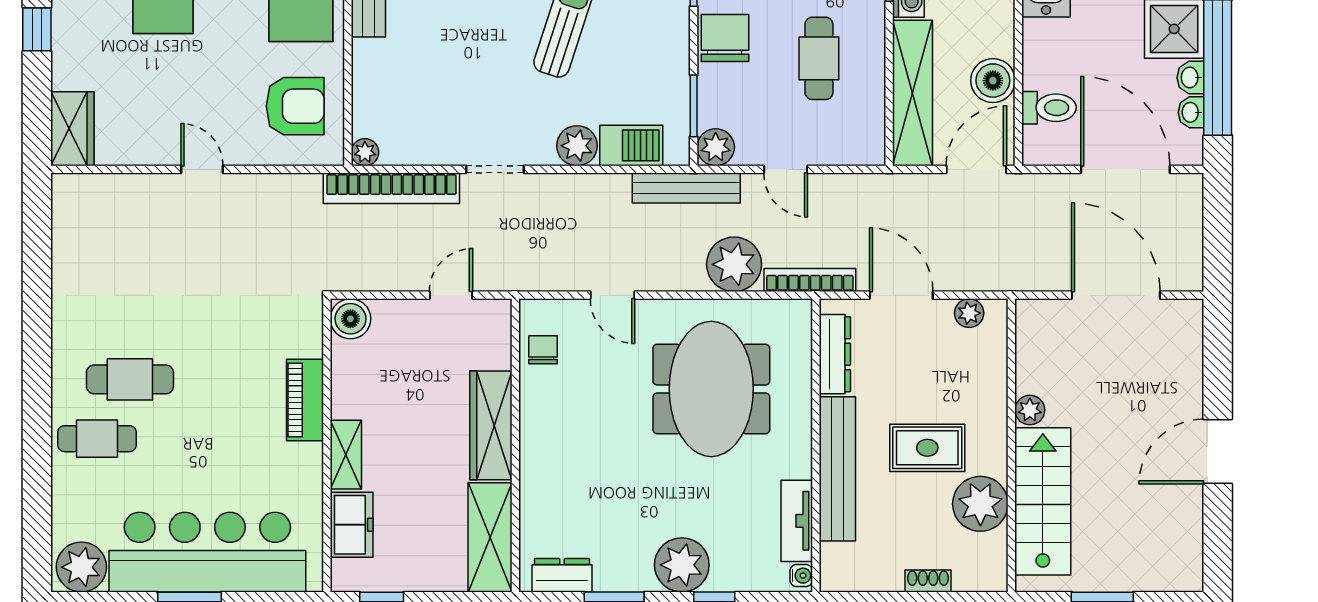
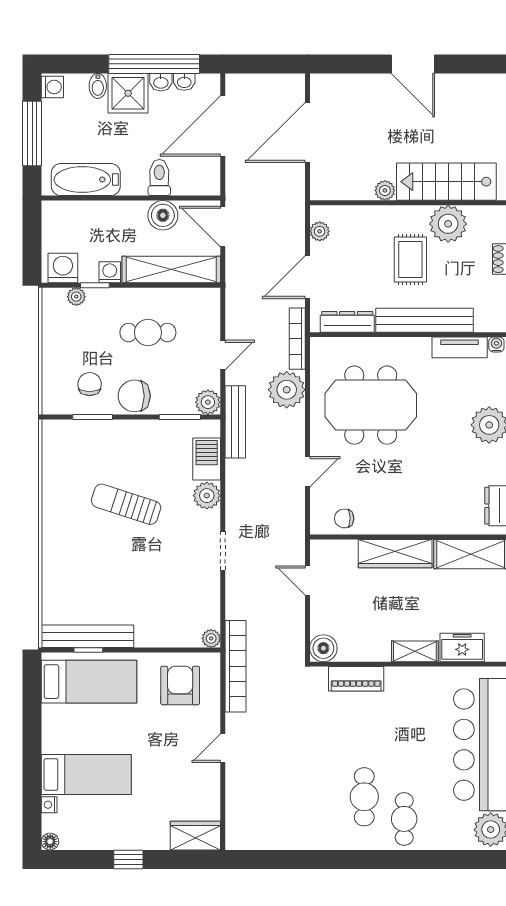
toilet: (1049, 108) -> (159, 178), moved
bookcase: (391, 188) -> (235, 666), moved
piano: (305, 400) -> (356, 679), moved

